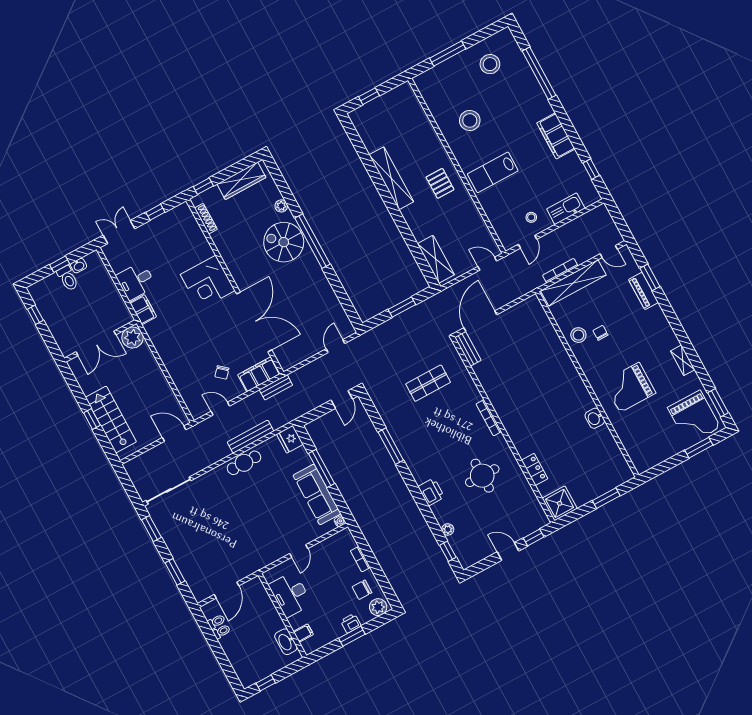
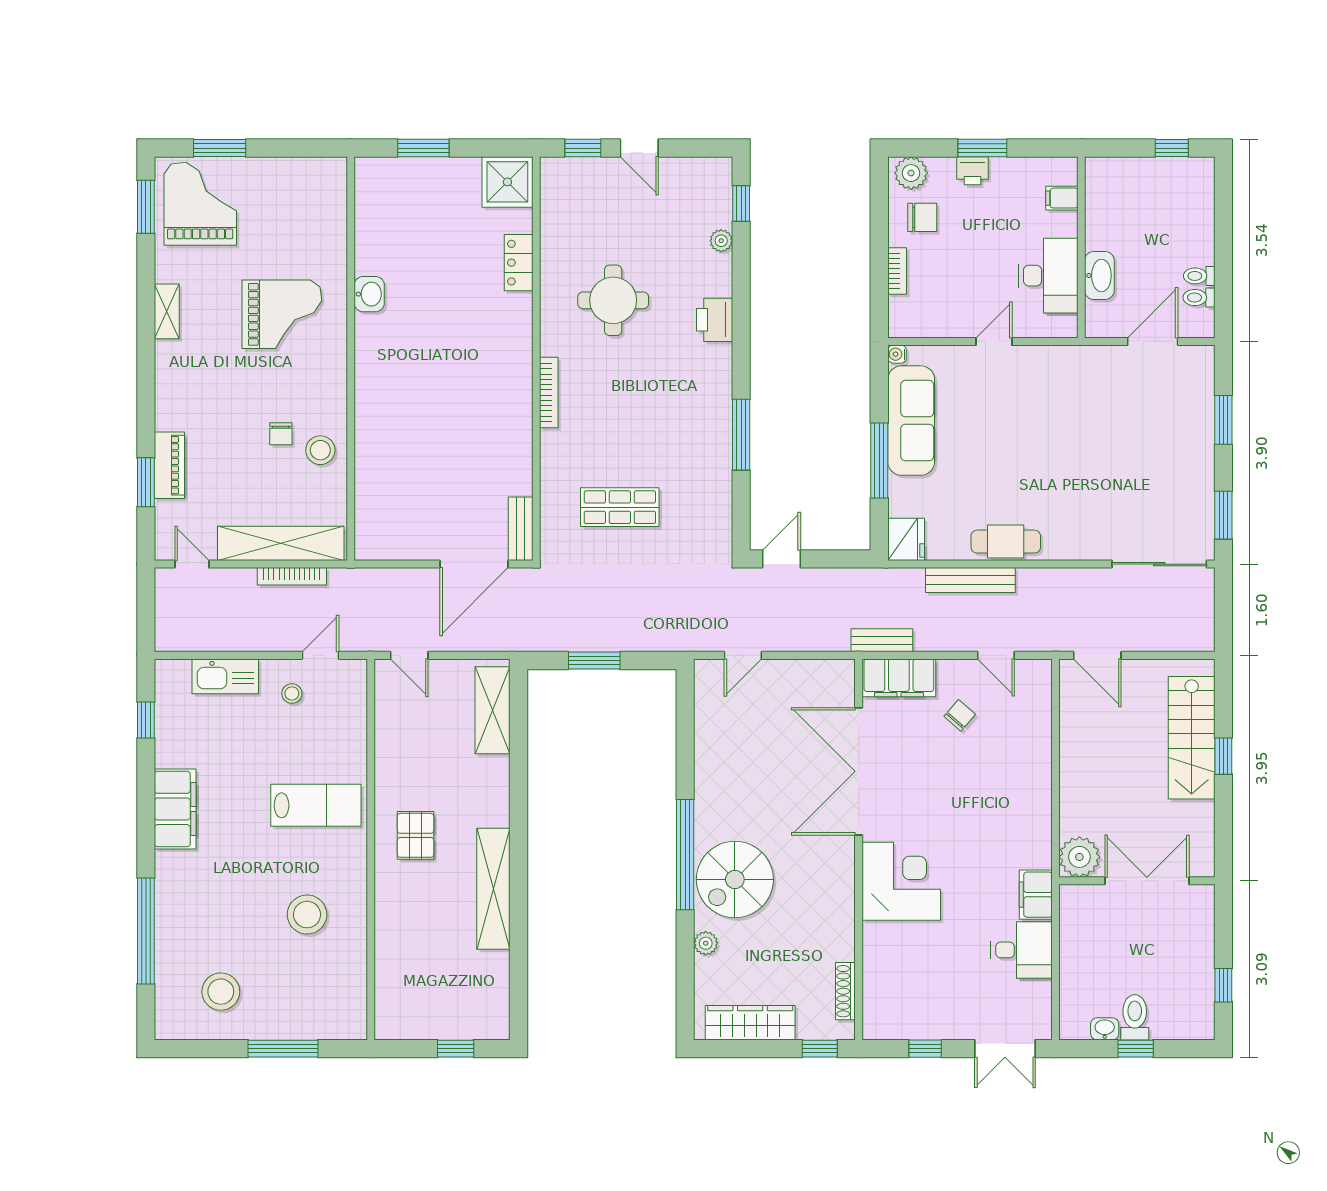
spiral stairs: (284, 242) -> (735, 880), turned 90
washbasin: (286, 642) -> (1099, 276), moved

